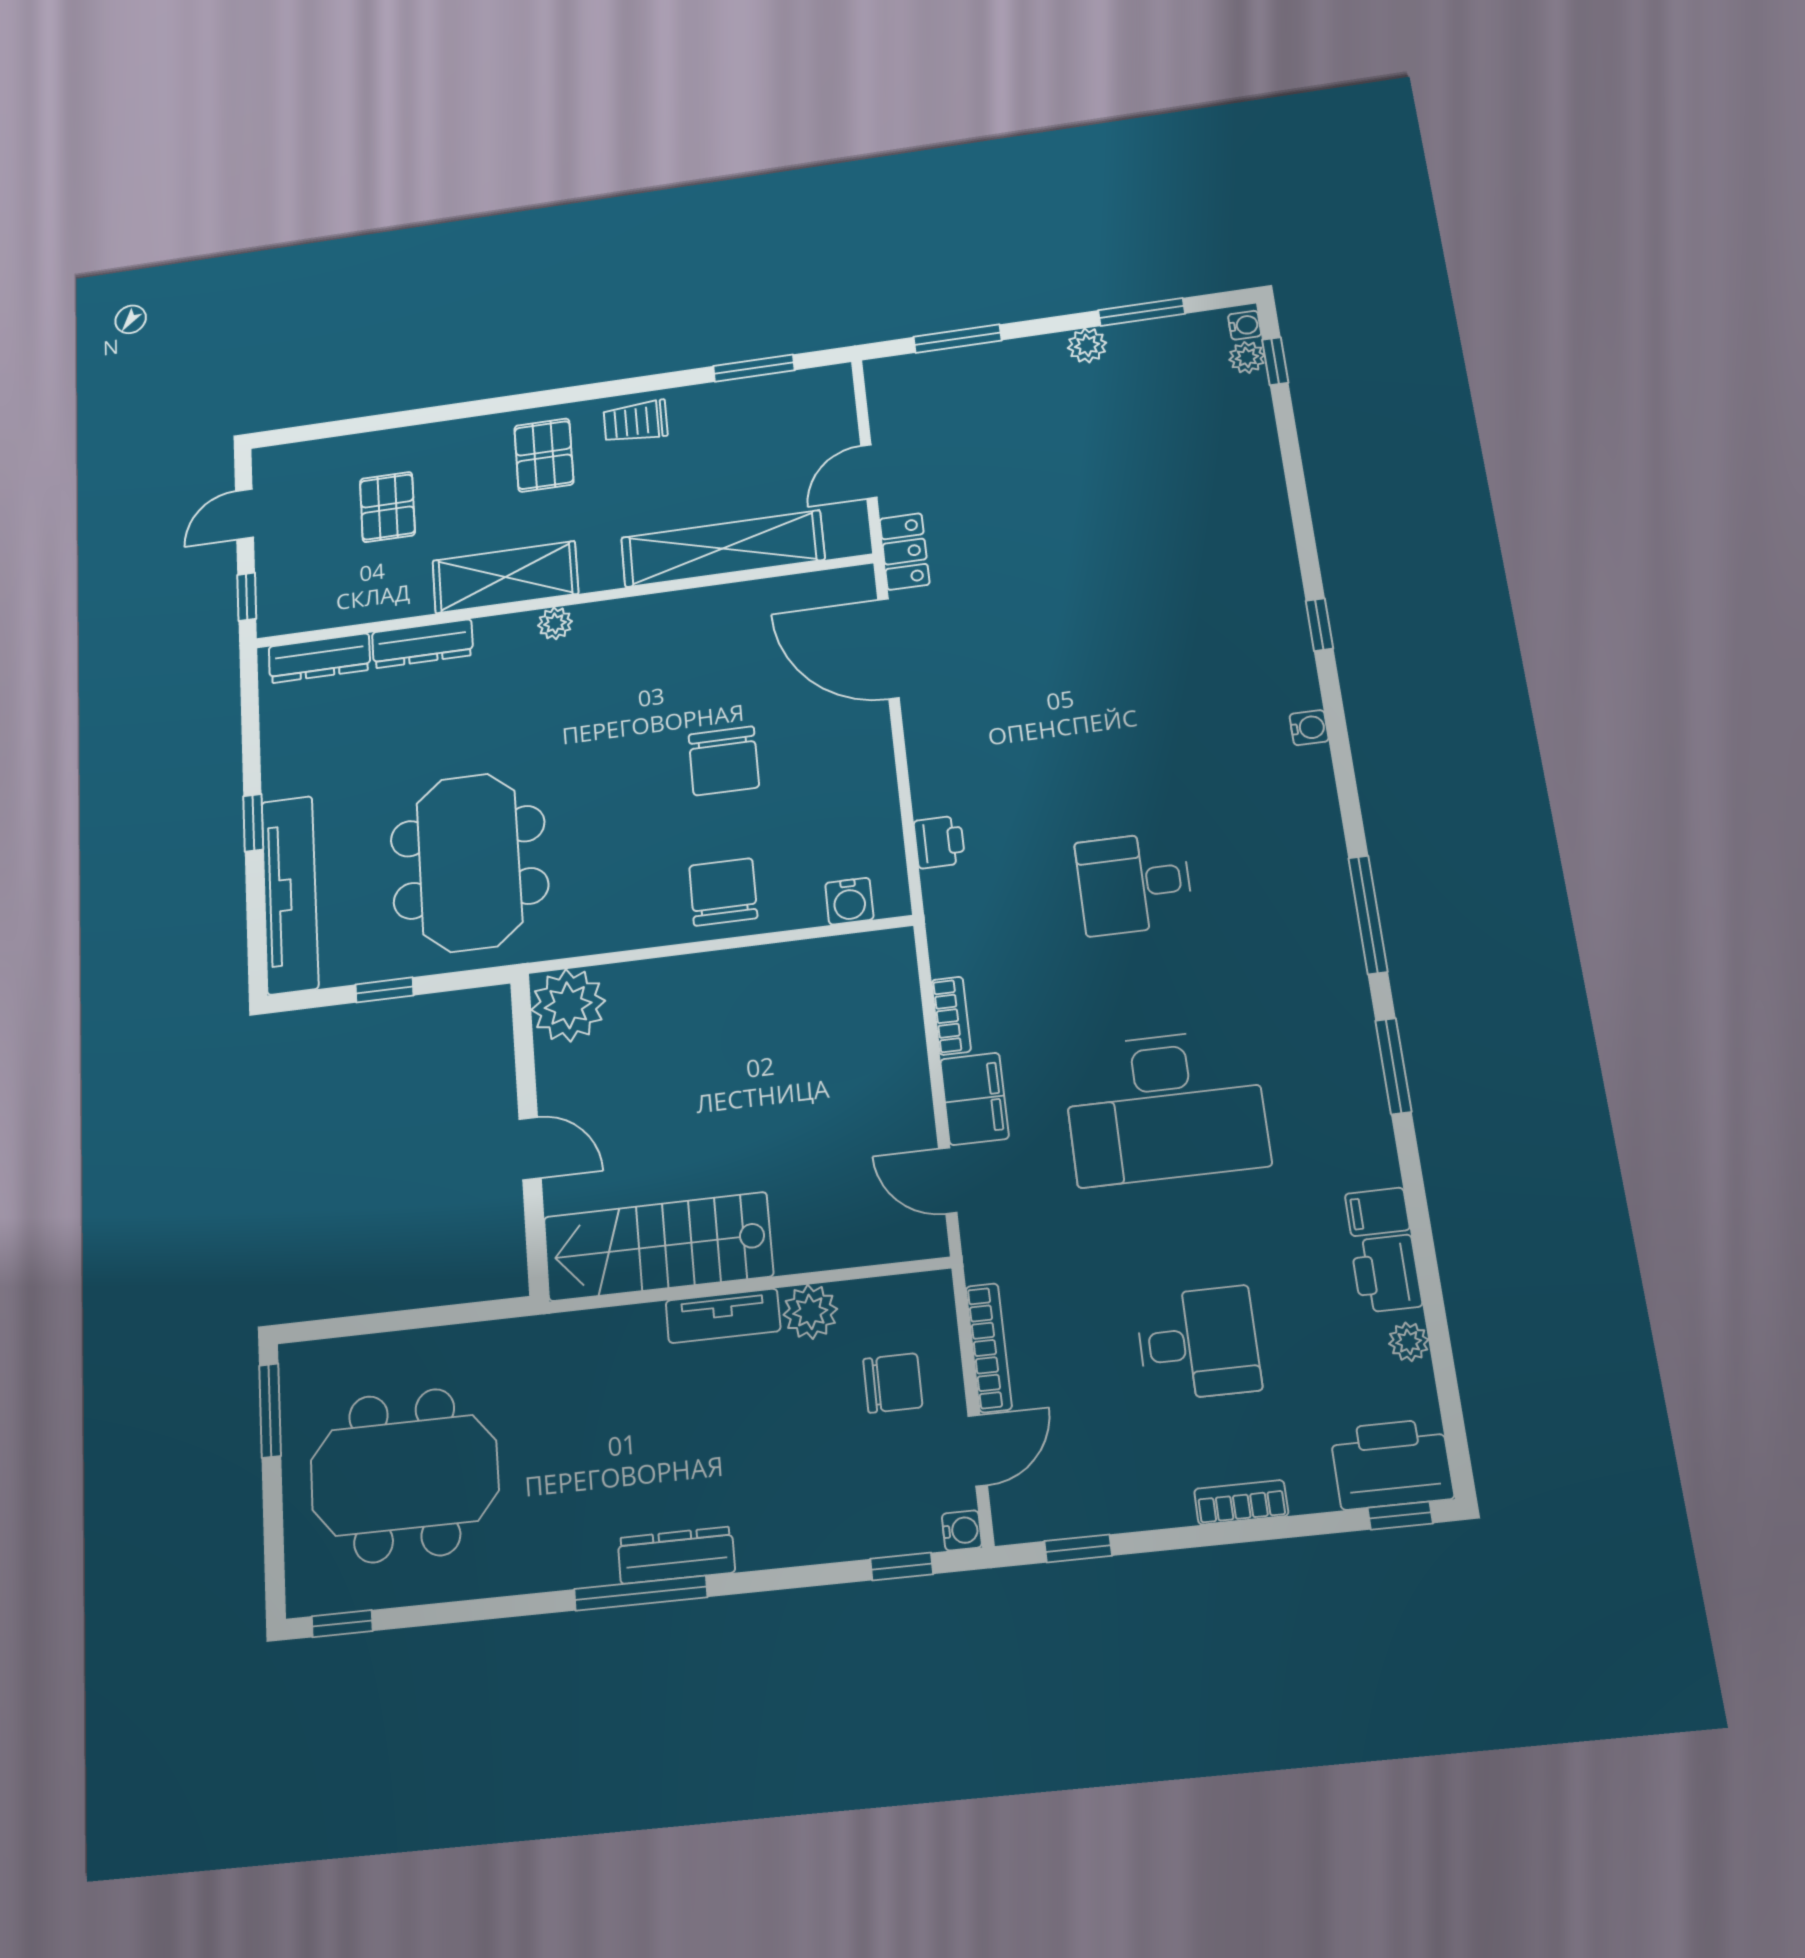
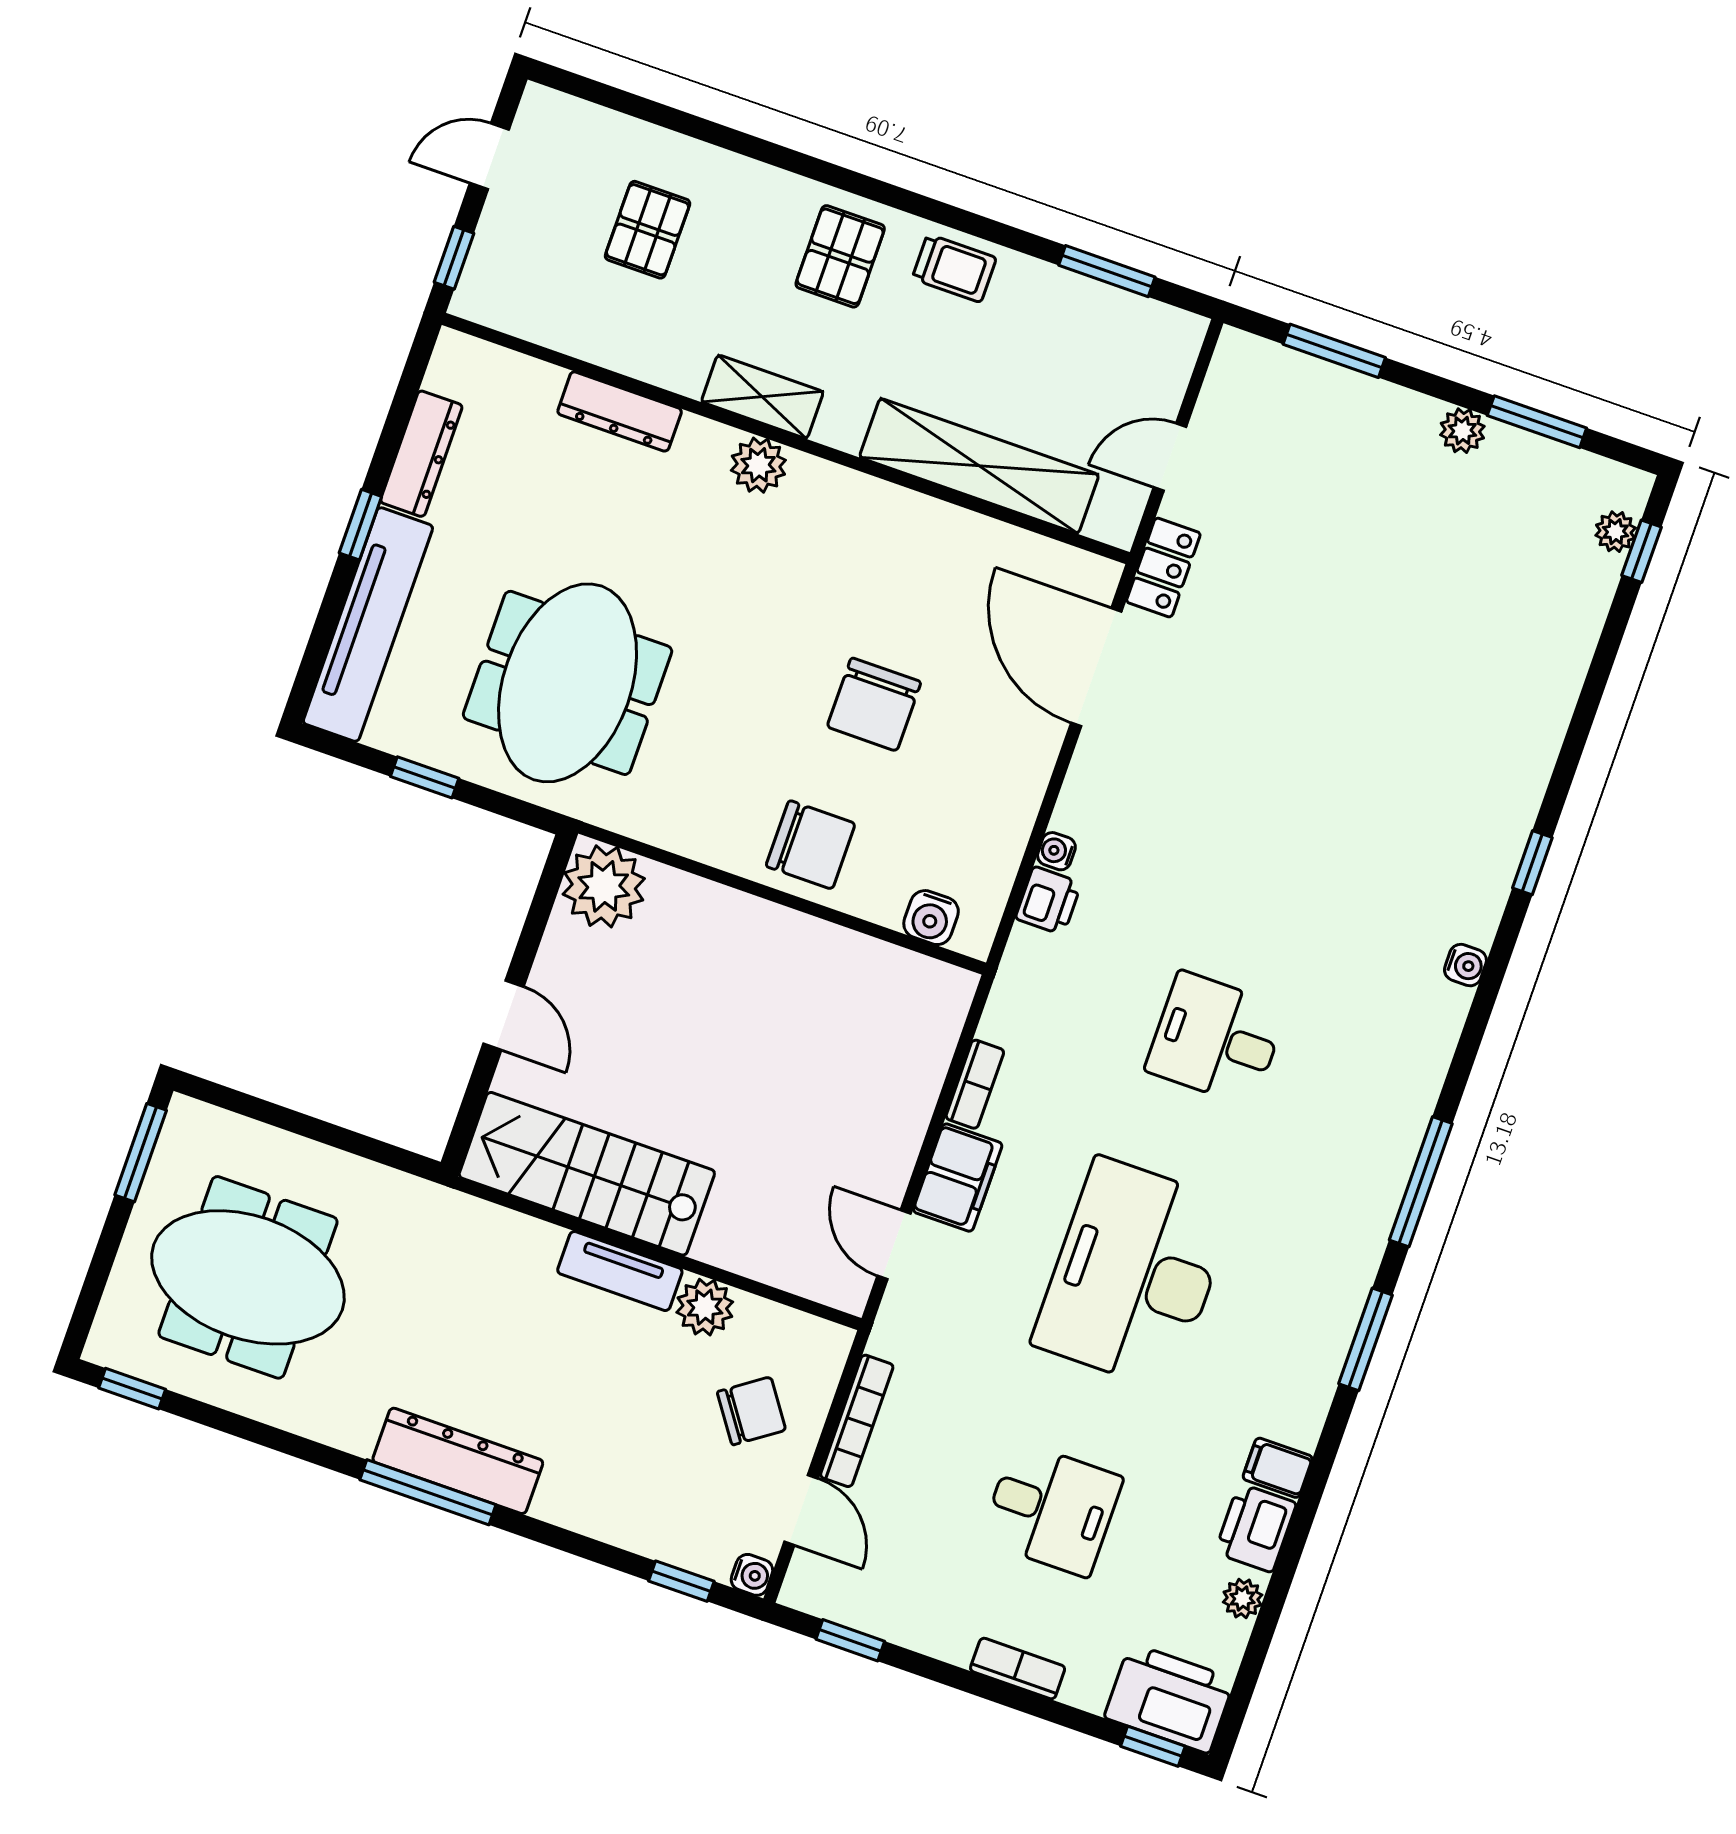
water cooler: (1245, 325) -> (1056, 851), moved, turned 180
trolley: (636, 422) -> (954, 268), turned 180
shelving: (505, 577) -> (762, 397), width x0.67, depth x0.75
plant: (555, 623) -> (758, 465), width x1.38, depth x1.38
dresser: (319, 658) -> (421, 454), moved, turned -90
chair: (723, 892) -> (811, 845), turned 90
desk: (1165, 1107) -> (1134, 1274), turned 90
chair: (893, 1383) -> (752, 1411), turned -35
door: (978, 1450) -> (801, 1510), hinge flipped
dresser: (676, 1555) -> (458, 1461), width x1.37, depth x1.24

